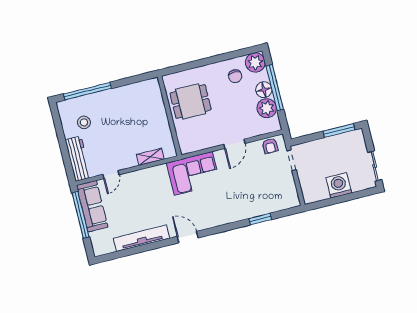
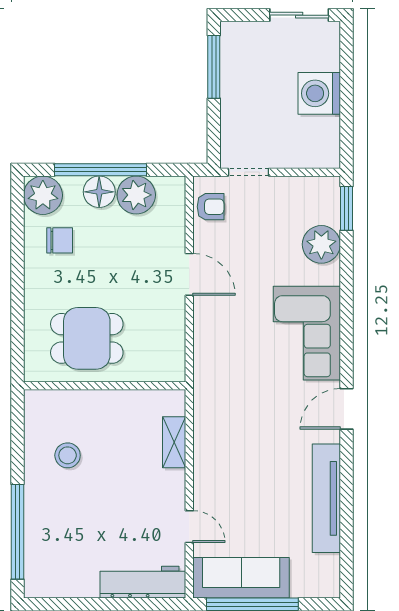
dining table: (191, 101) -> (87, 338), turned 90
stool: (84, 122) -> (68, 455), moved
corner sofa: (193, 173) -> (307, 333), moved, turned 180
plant: (265, 205) -> (321, 244), added
window: (260, 219) -> (346, 208), moved

